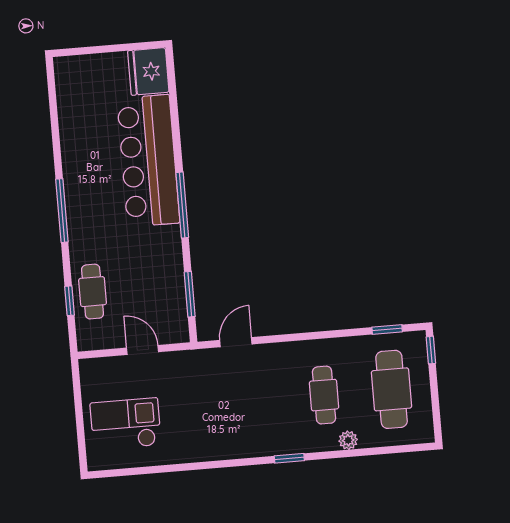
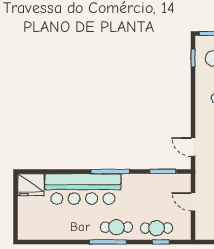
cafe table: (88, 223) -> (116, 227), added
door: (143, 350) -> (193, 202), hinge flipped

